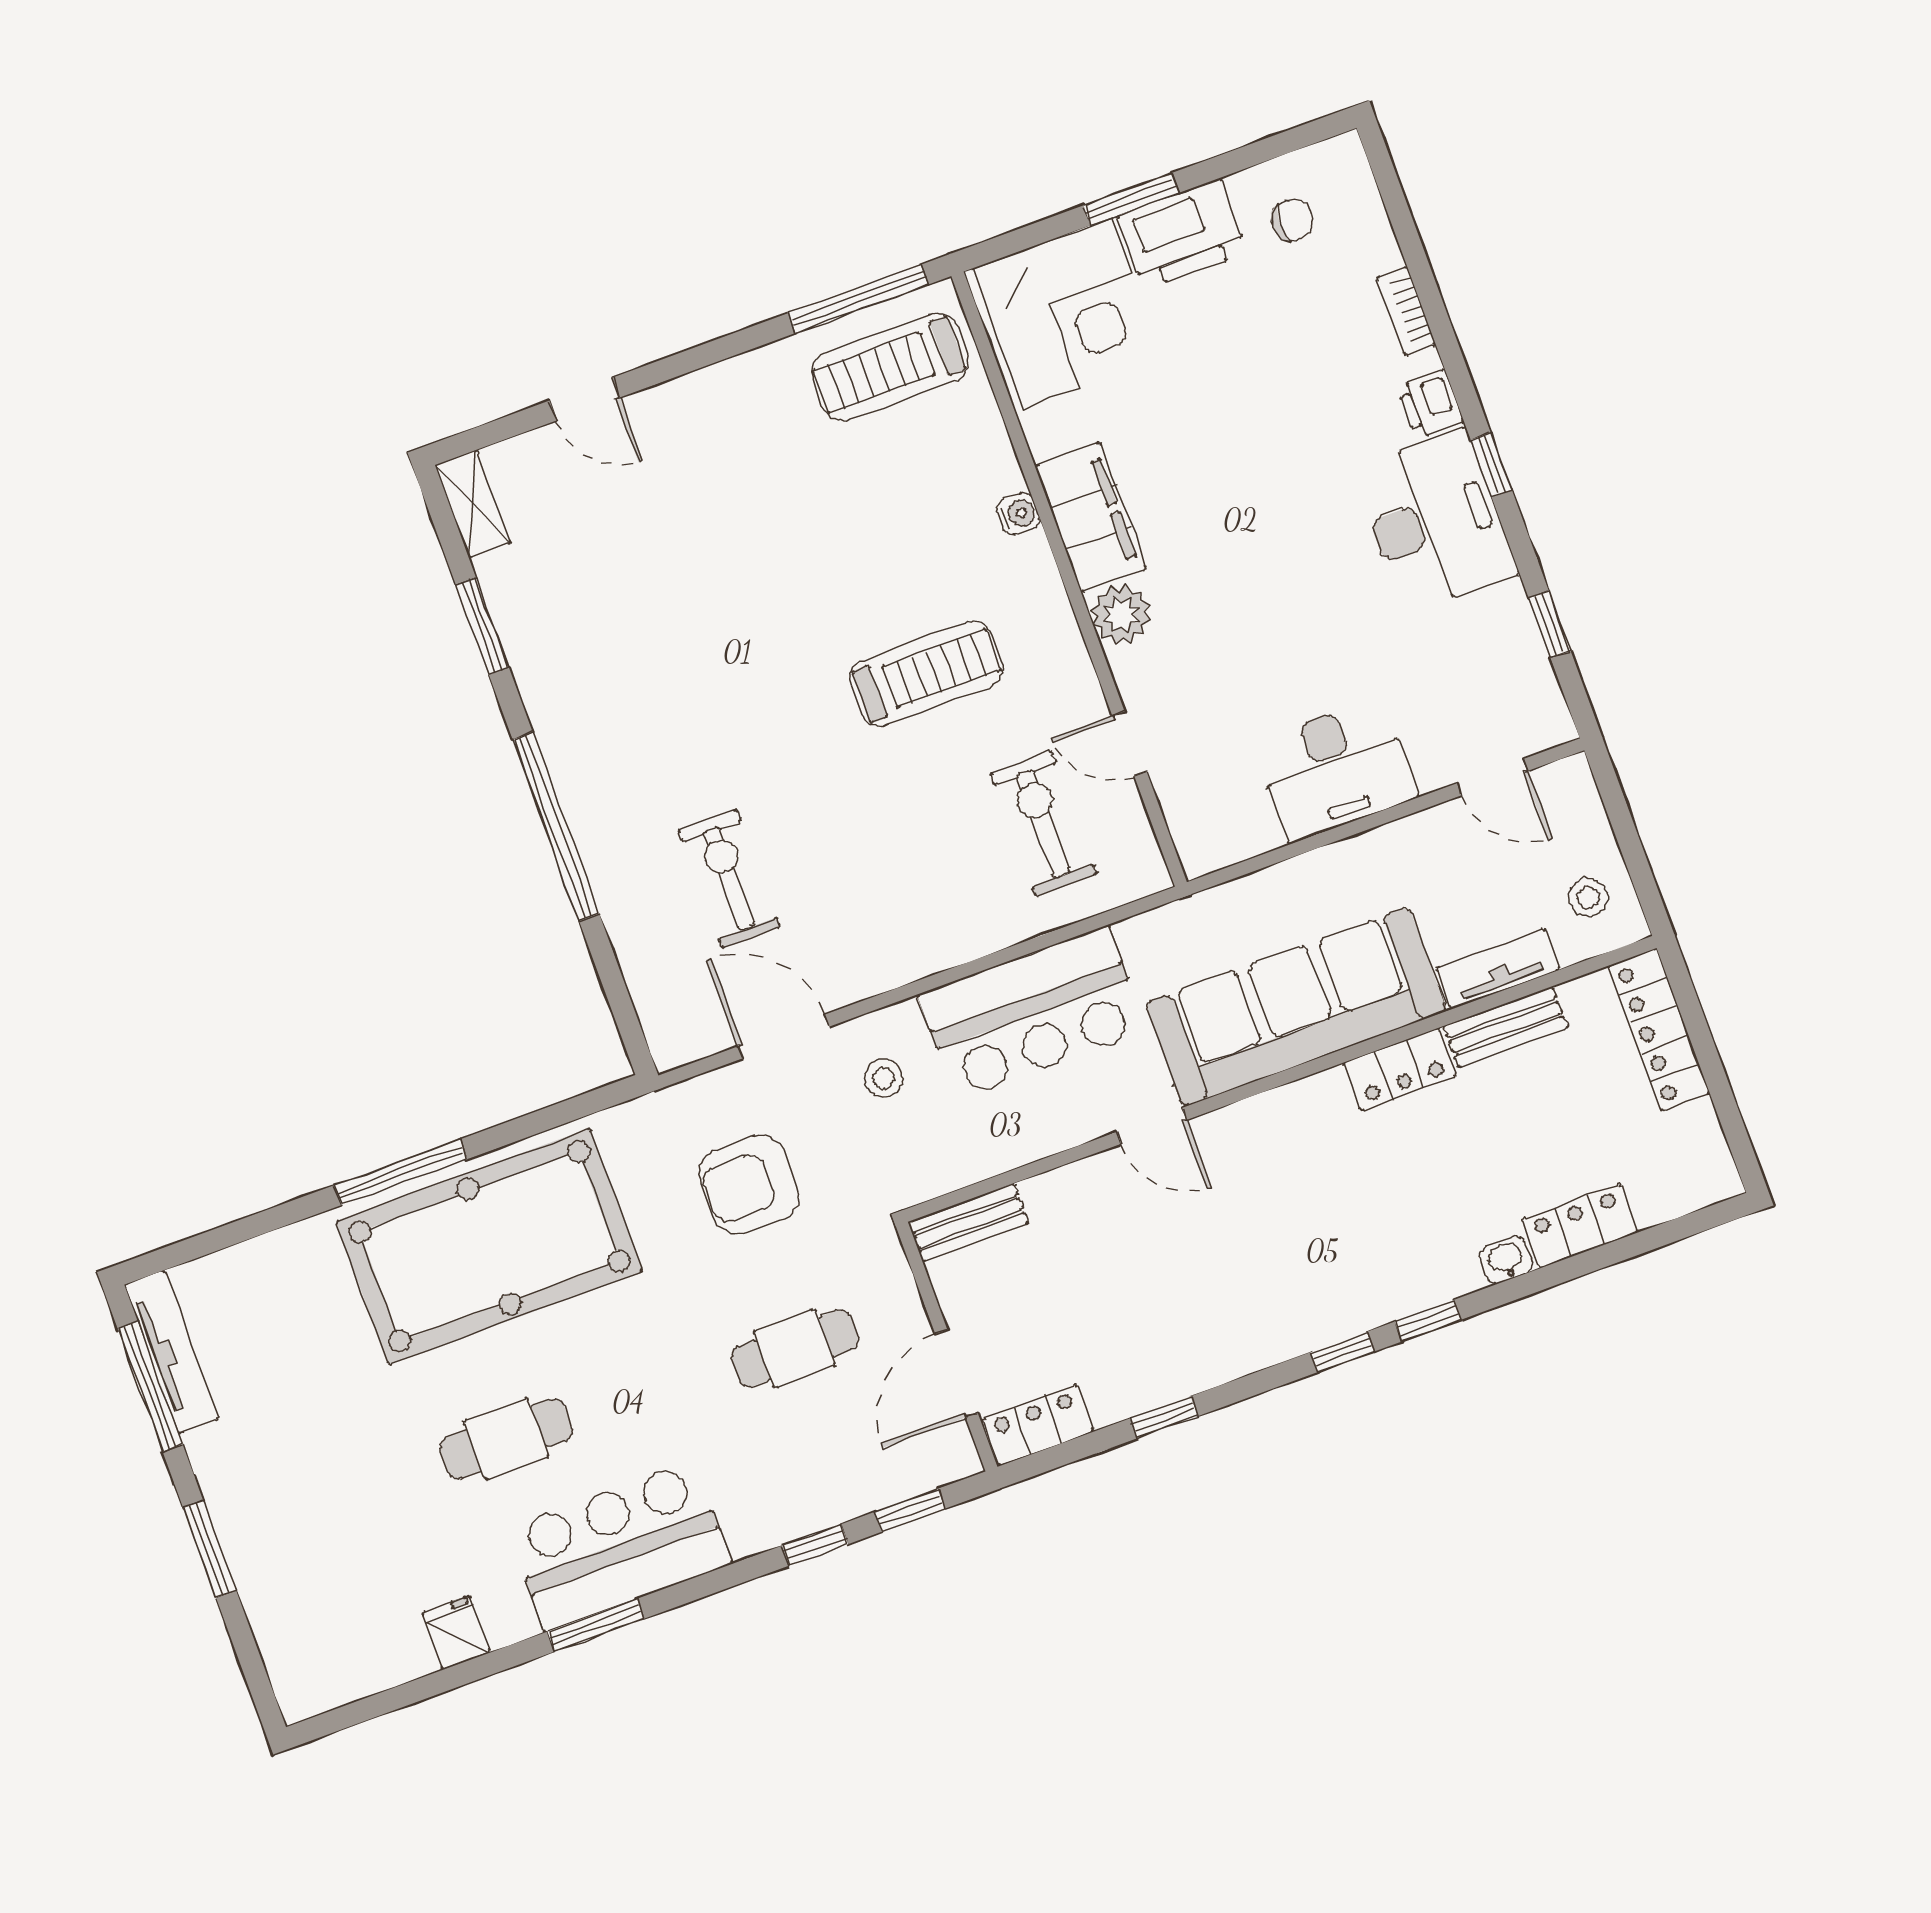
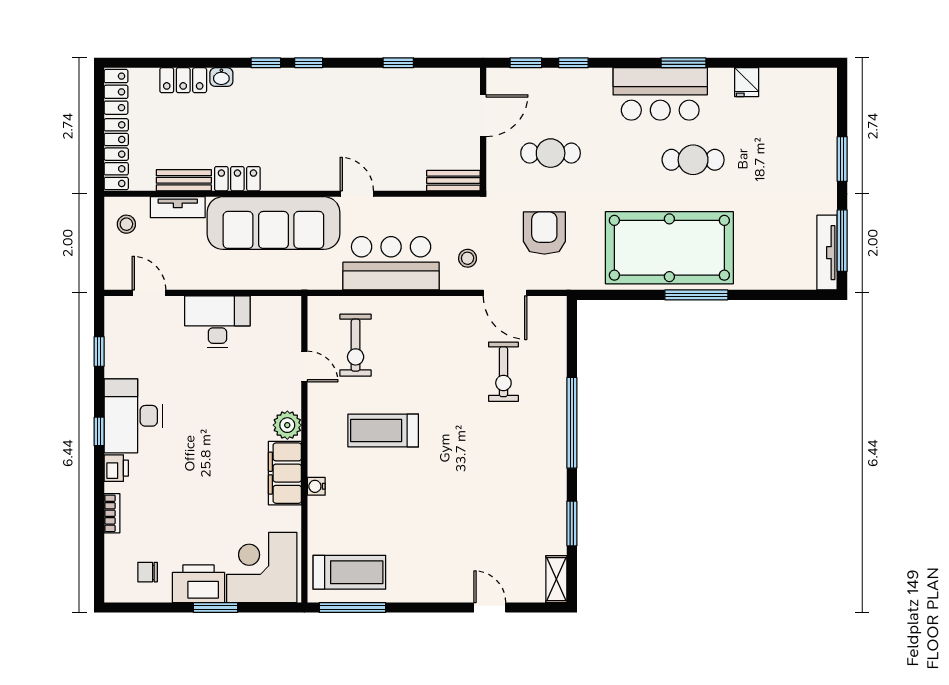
armchair: (749, 1185) -> (544, 233), turned -90
locker: (1038, 1425) -> (116, 92), moved, turned -90

